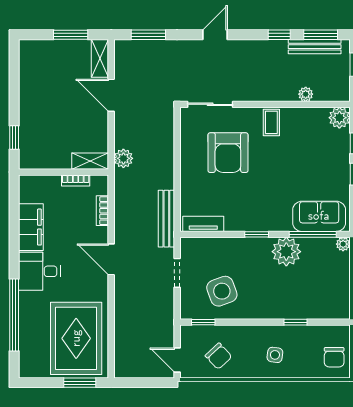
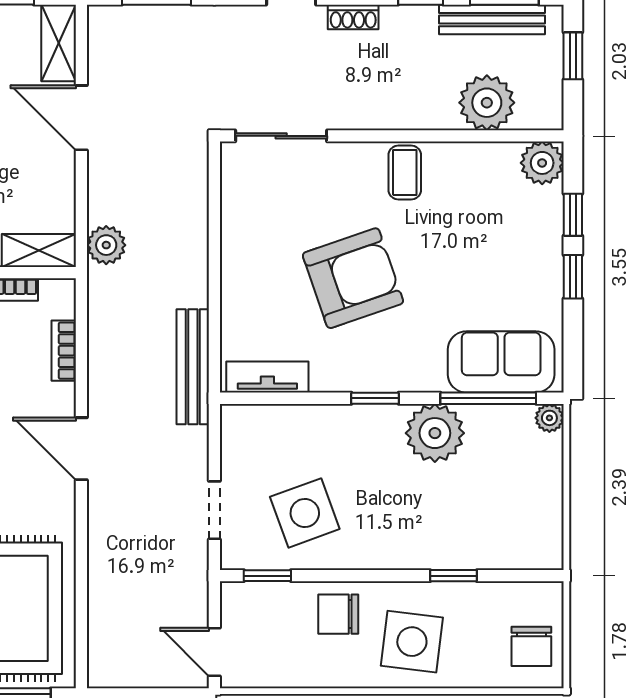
shoe rack: (246, 45) -> (353, 17), added
plant: (306, 94) -> (487, 103), width x1.87, depth x1.87
armchair: (228, 153) -> (353, 278), moved, turned -109
doorway: (177, 273) -> (214, 510), moved
side table: (275, 355) -> (412, 642), width x1.87, depth x1.87
chair: (219, 356) -> (338, 614), moved, turned 133

